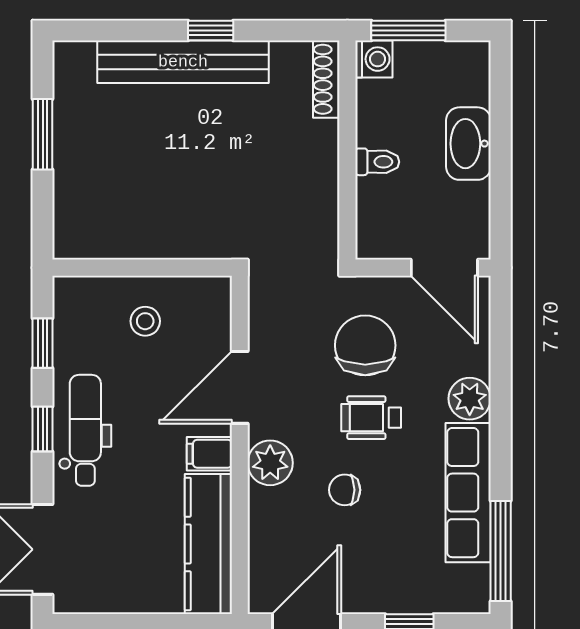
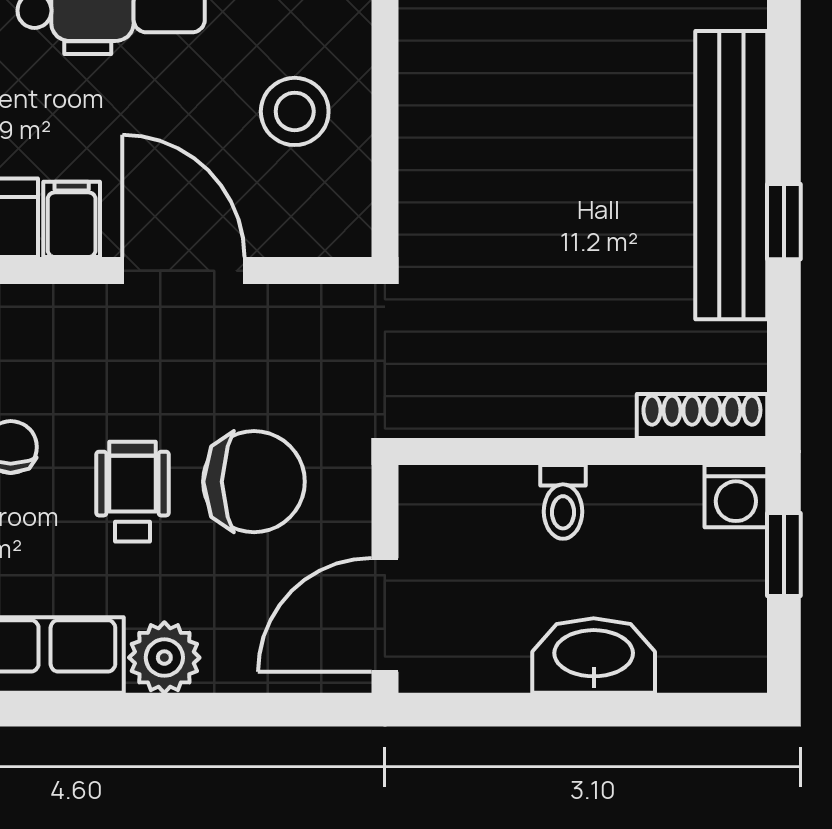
window: (408, 31) -> (784, 554), width x0.67
stool: (145, 321) -> (295, 111), width x1.37, depth x1.37
plant: (270, 463) -> (56, 322), removed

